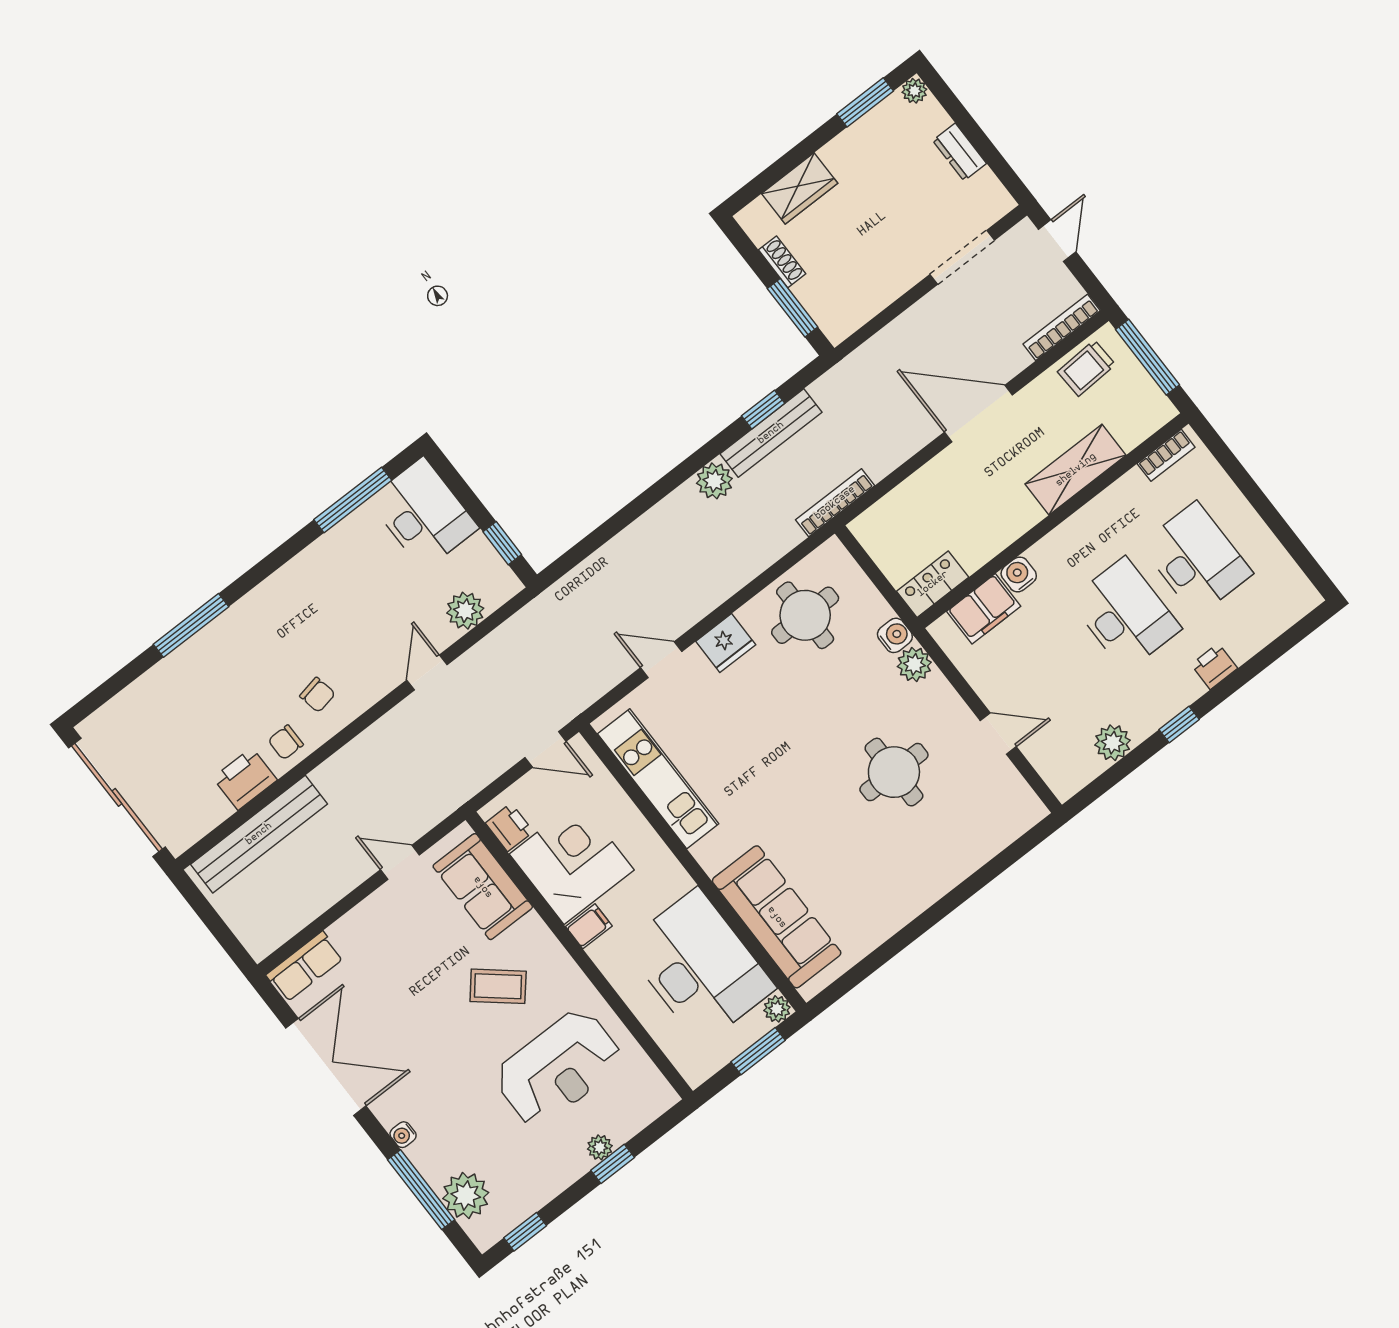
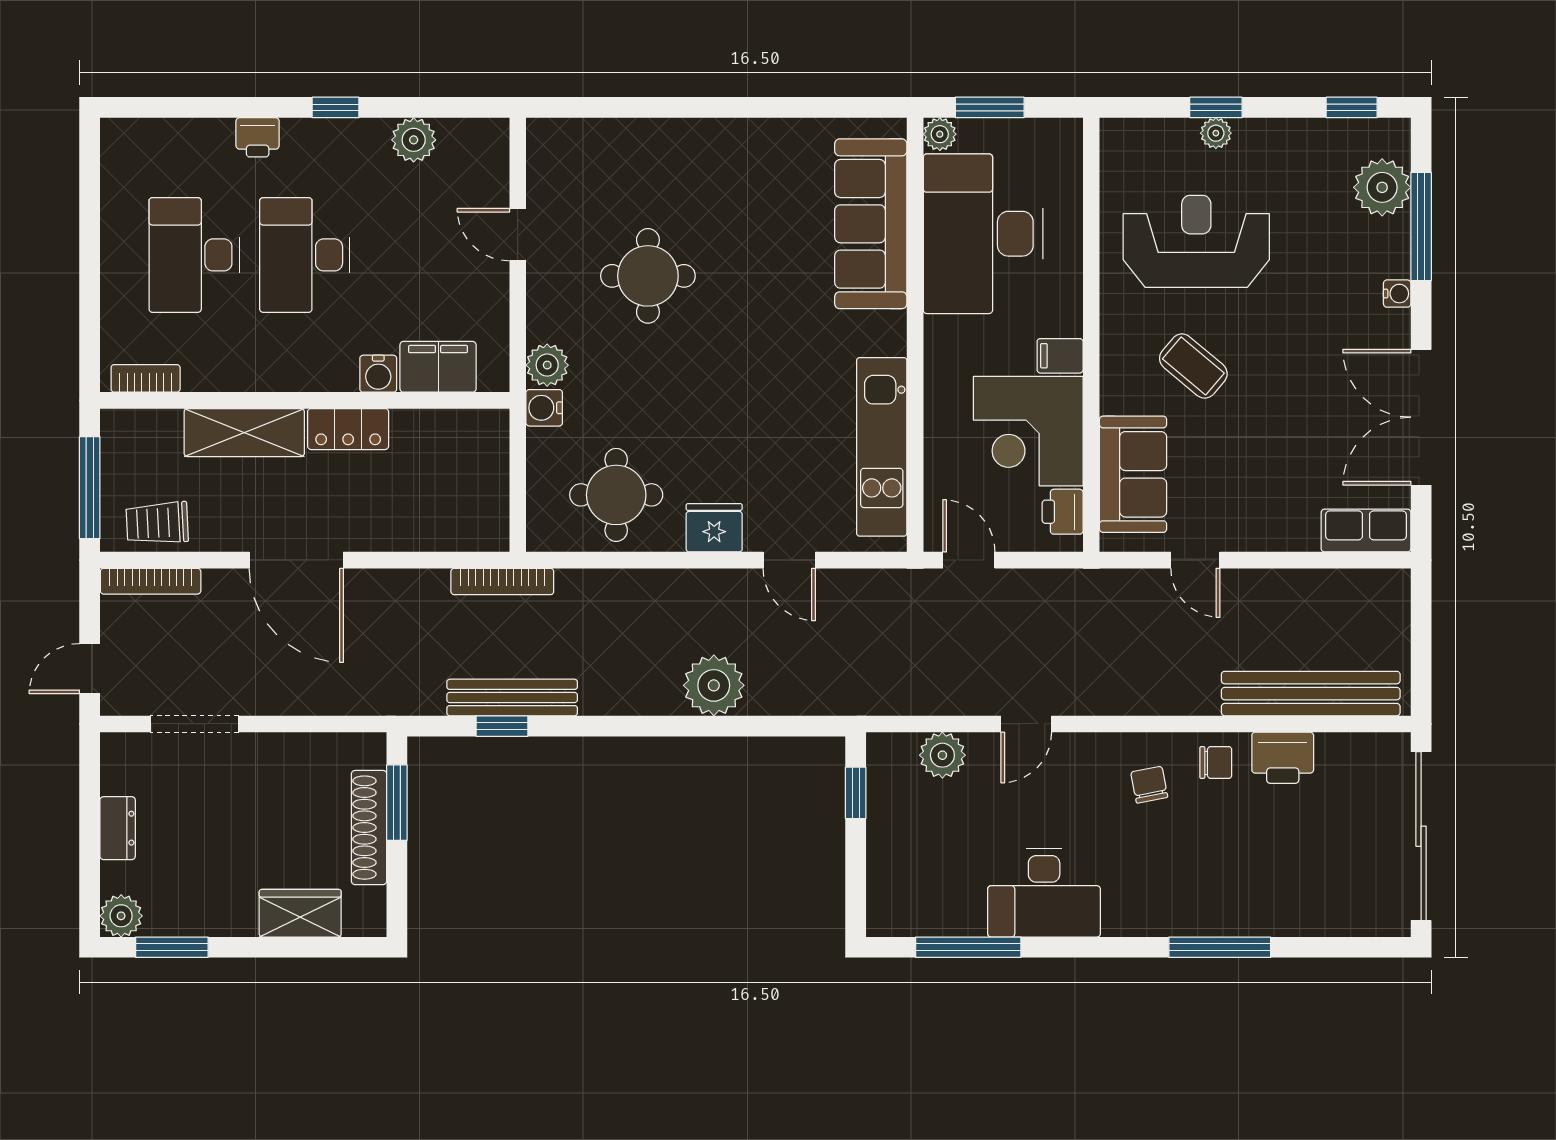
plant: (914, 91) -> (121, 916), width x1.38, depth x1.38
shoe rack: (782, 262) -> (369, 828), width x1.94, depth x1.24
trolley: (1086, 368) -> (157, 523), turned 180
plant: (714, 481) -> (714, 685), moved, width x1.36, depth x1.36
desk: (423, 514) -> (1044, 893), moved, turned -90
locker: (933, 584) -> (348, 429), moved

